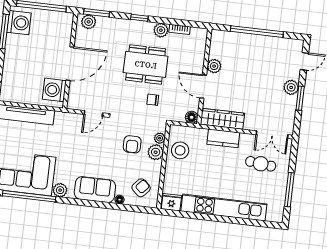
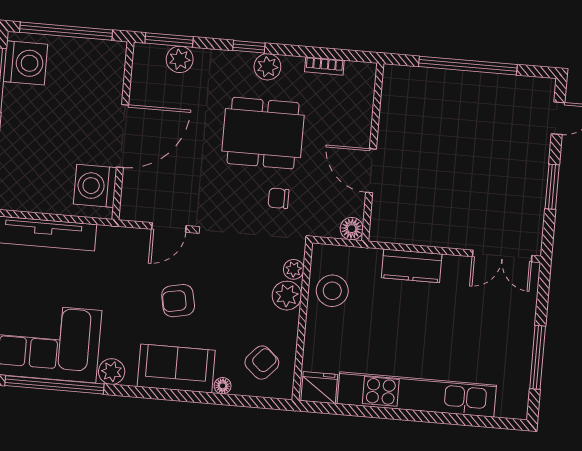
plant: (89, 22) -> (180, 59), moved
plant: (161, 30) -> (267, 67), moved
plant: (214, 66) -> (391, 132), removed
plant: (291, 87) -> (535, 167), removed
wardrobe: (222, 119) -> (409, 230), removed
armchair: (132, 144) -> (178, 301), moved, turned 79
cafe table: (261, 164) -> (483, 311), removed

